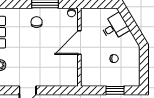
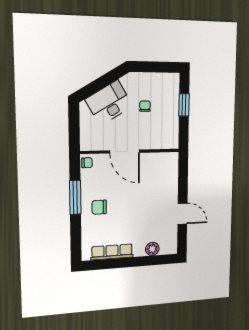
desk: (115, 27) -> (109, 103), width x1.37

